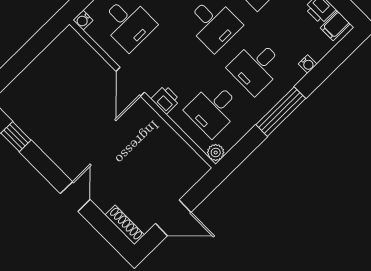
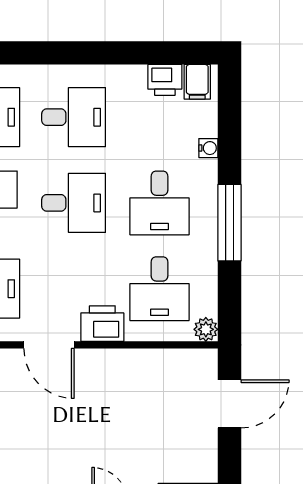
printer: (166, 100) -> (102, 324), width x1.36, depth x1.24
door: (173, 218) -> (229, 404), moved

